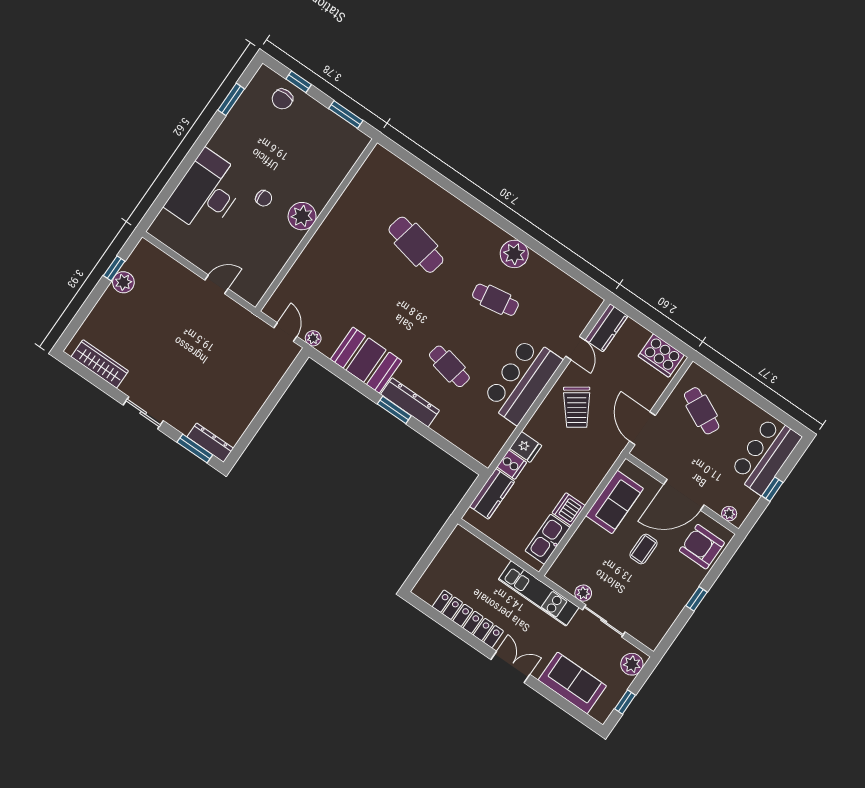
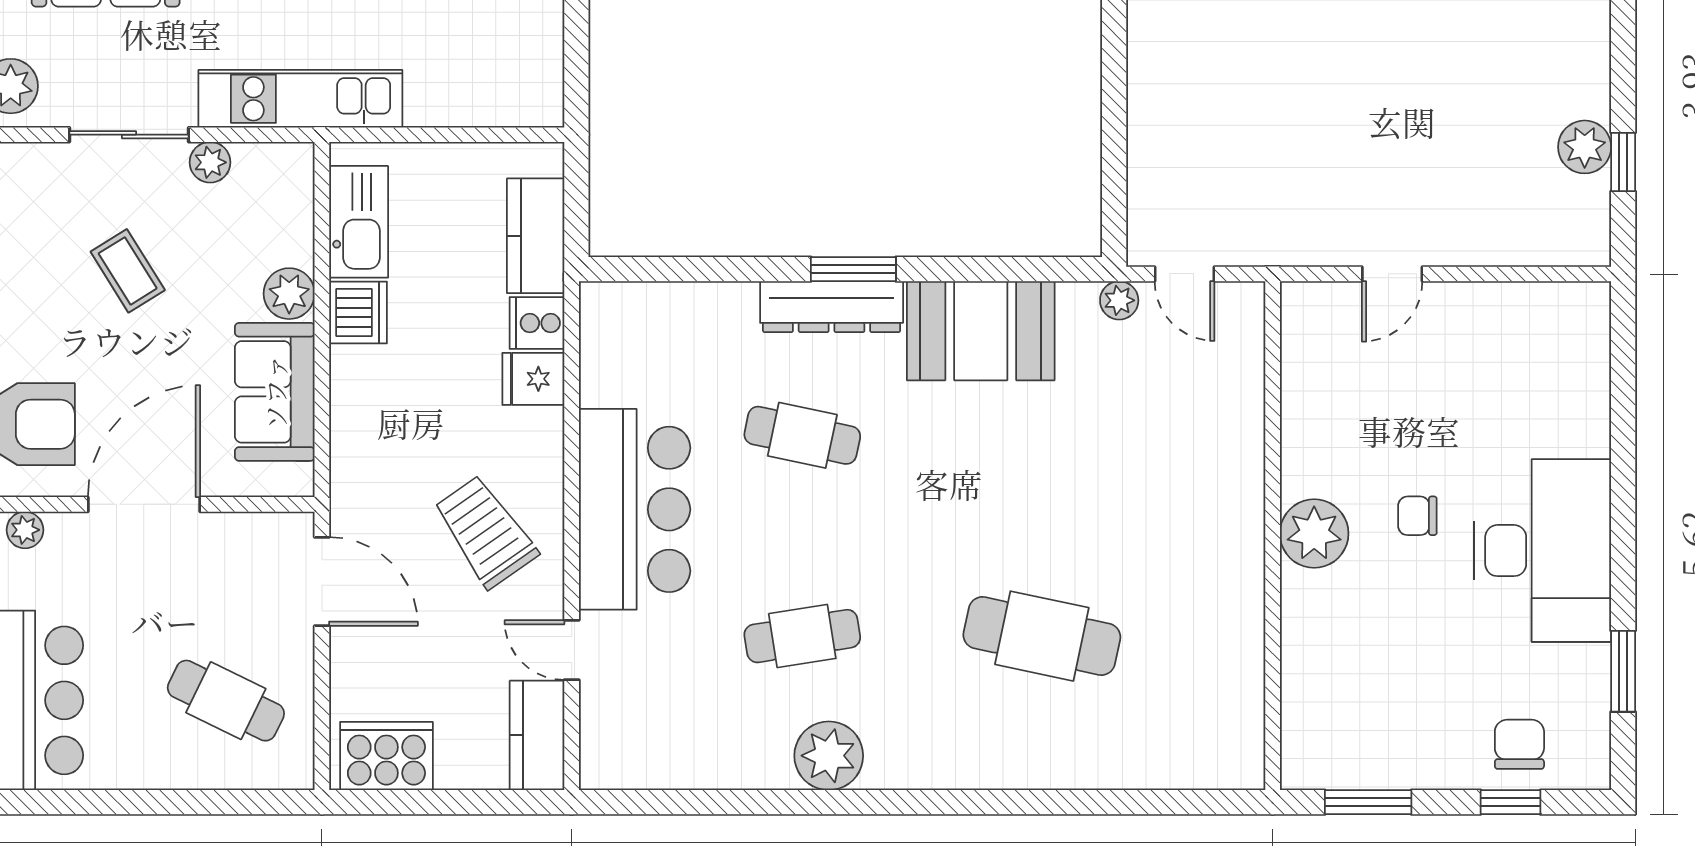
desk: (206, 192) -> (1543, 551), moved
plant: (587, 531) -> (289, 294), added
coffee table: (643, 549) -> (128, 271), moved, turned -32

